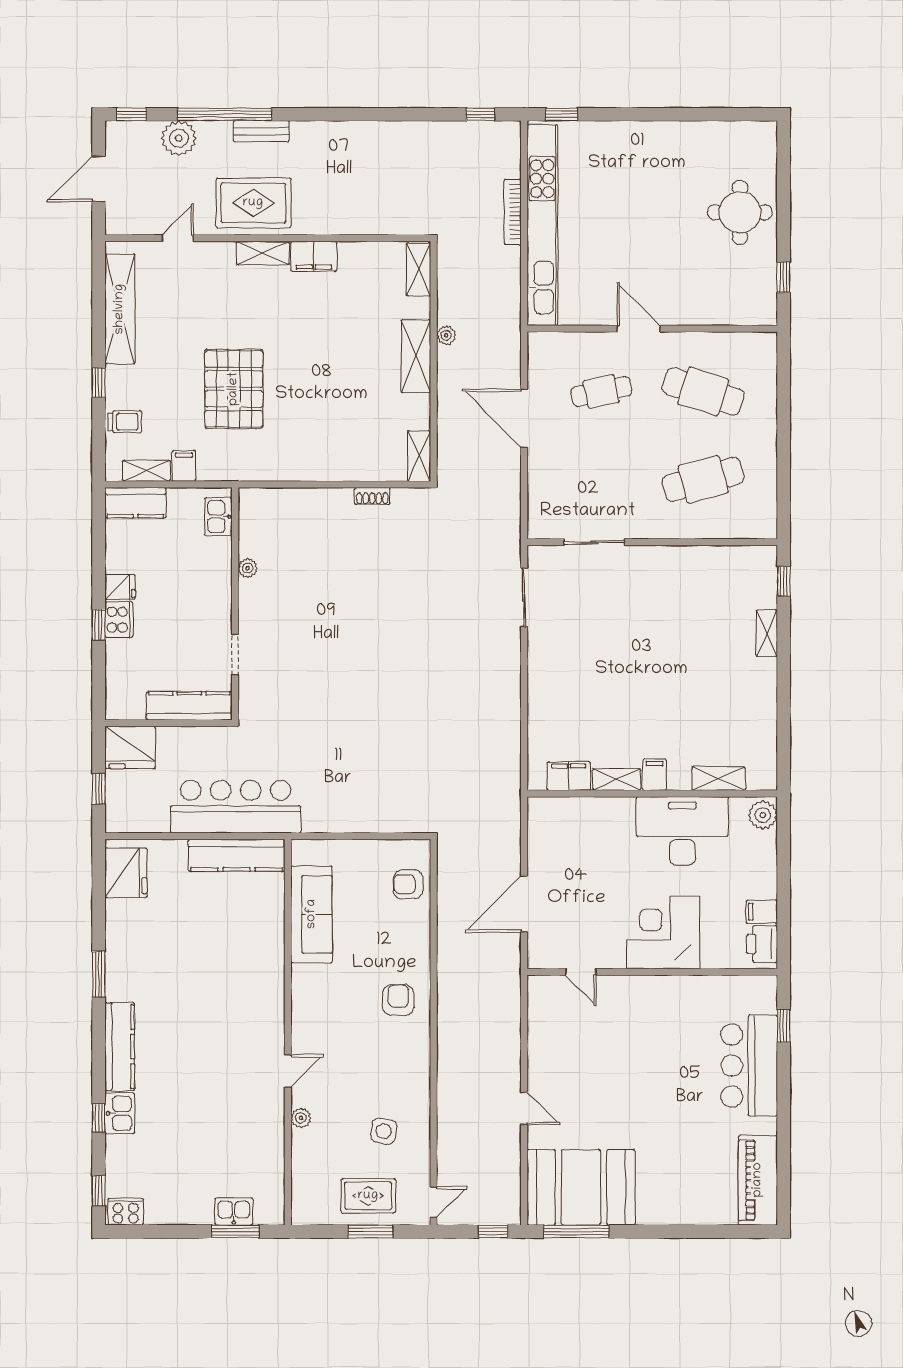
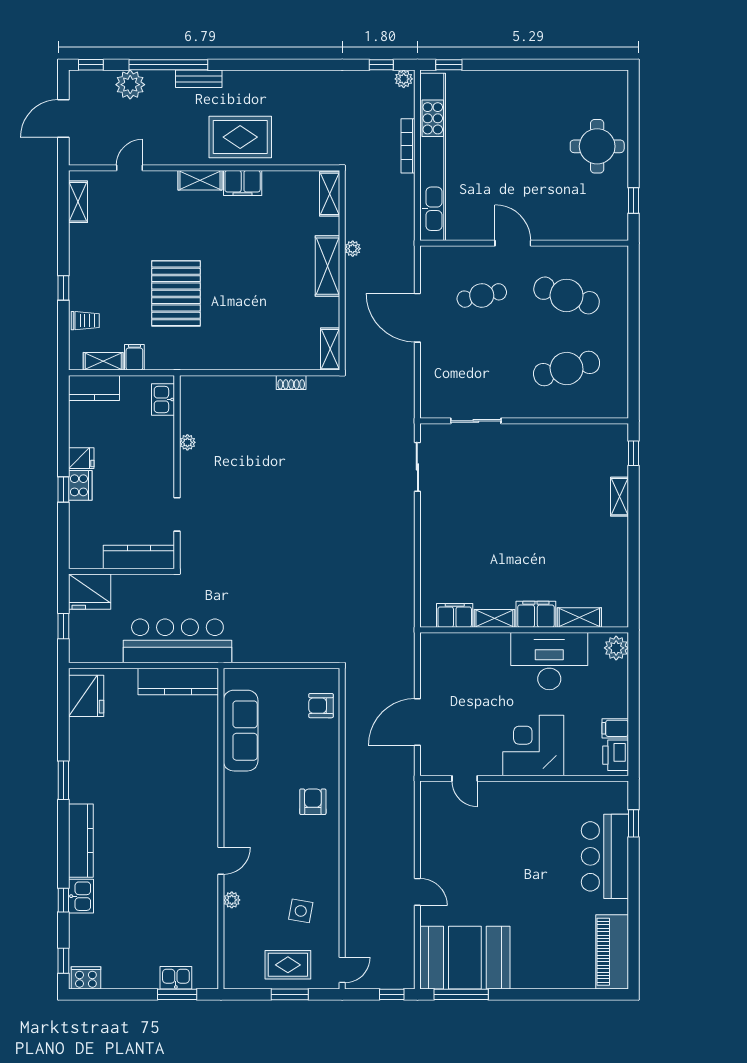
plant: (507, 131) -> (404, 79), added
rug: (253, 203) -> (240, 137), moved
shelving: (120, 309) -> (78, 202), width x0.45, depth x0.75
filing cabinet: (655, 775) -> (536, 614), width x2.00

